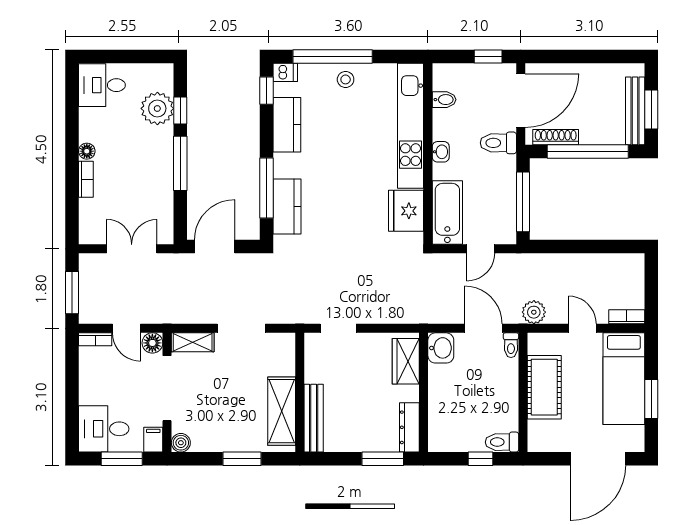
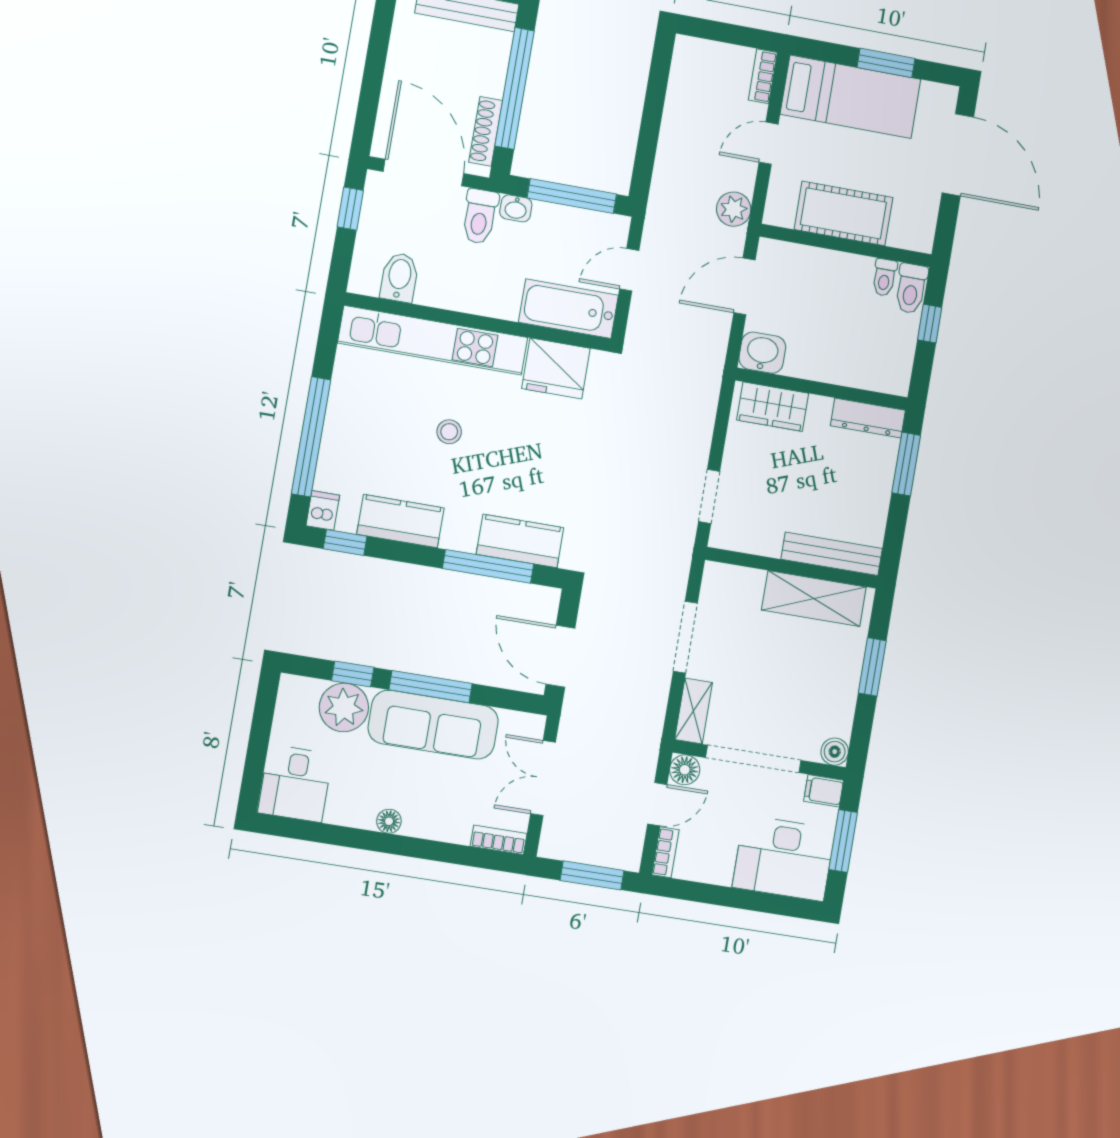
stool: (346, 79) -> (449, 432), moved
bidet: (444, 100) -> (399, 277), width x1.38, depth x1.36
washbasin: (441, 152) -> (516, 208), moved, turned 180
sofa: (155, 170) -> (433, 725), added
bookcase: (86, 179) -> (499, 840), moved
door: (481, 249) -> (629, 270), swing flipped
toilet: (511, 345) -> (884, 277), moved, turned 90
desk: (104, 429) -> (784, 858), width x1.37

